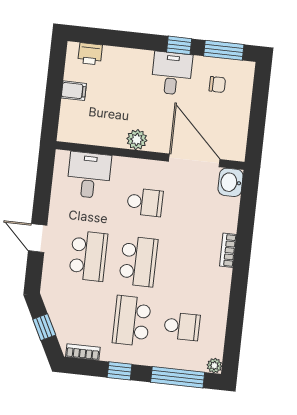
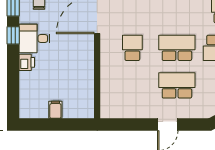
printer: (90, 54) -> (27, 62), moved
plant: (137, 140) -> (87, 59), removed
desk: (89, 175) -> (117, 92), removed

